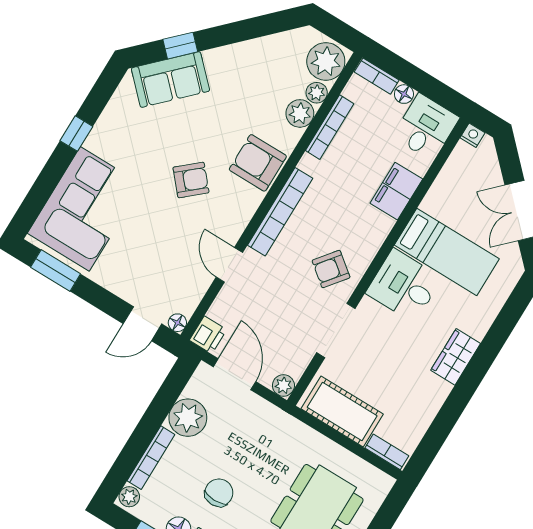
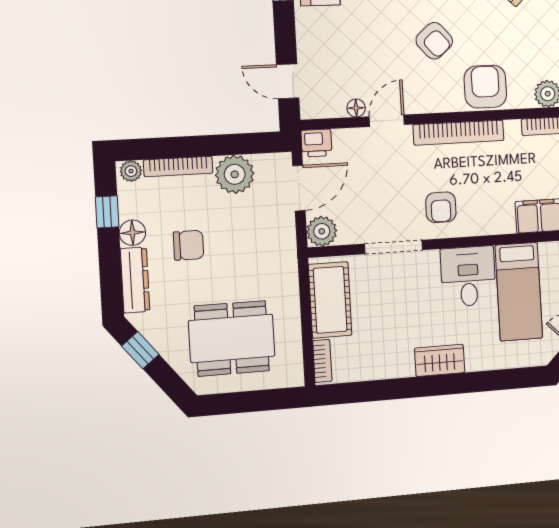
armchair: (331, 269) -> (441, 207), turned -128
floor lamp: (177, 323) -> (356, 108), moved
plant: (283, 385) -> (322, 231), width x1.38, depth x1.38

